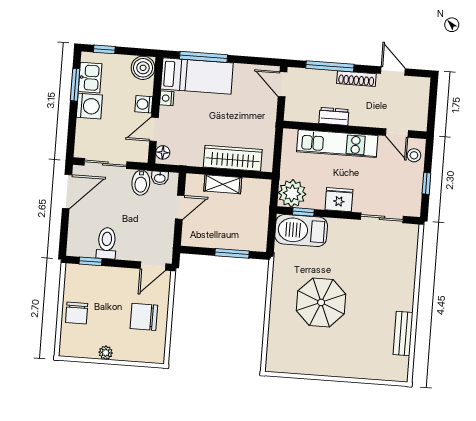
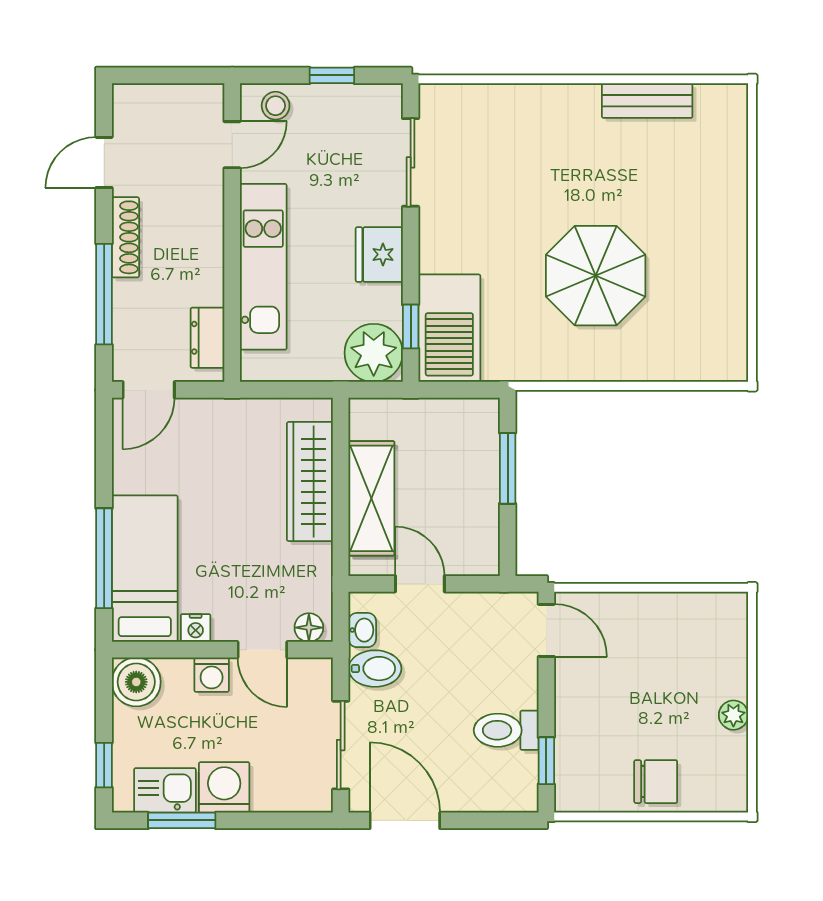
dresser: (334, 116) -> (207, 338), moved
shelving: (223, 184) -> (371, 498), width x1.50, depth x1.33
chair: (144, 317) -> (653, 641), removed

